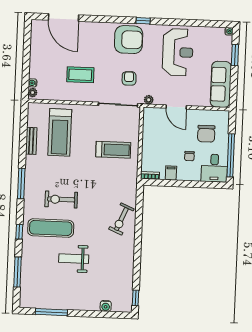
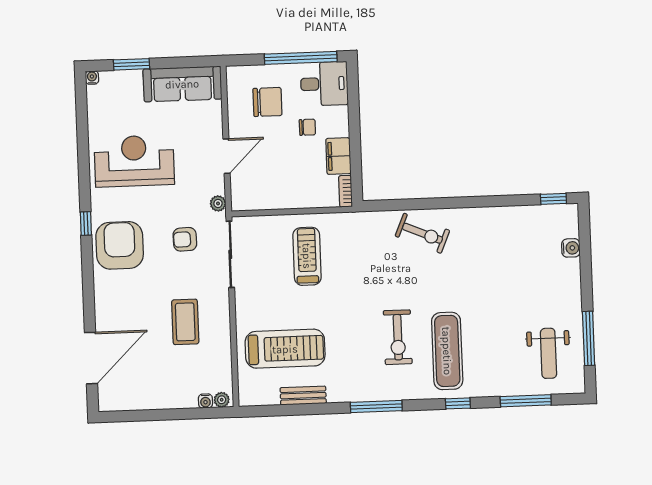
filing cabinet: (171, 173) -> (338, 156), width x2.00
weight bench: (74, 259) -> (548, 353), moved

